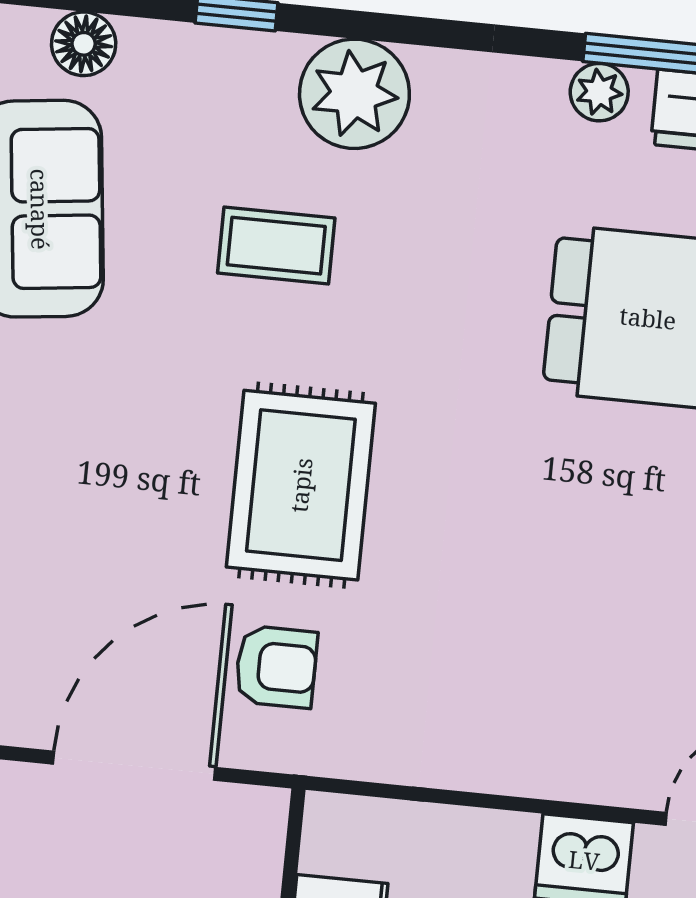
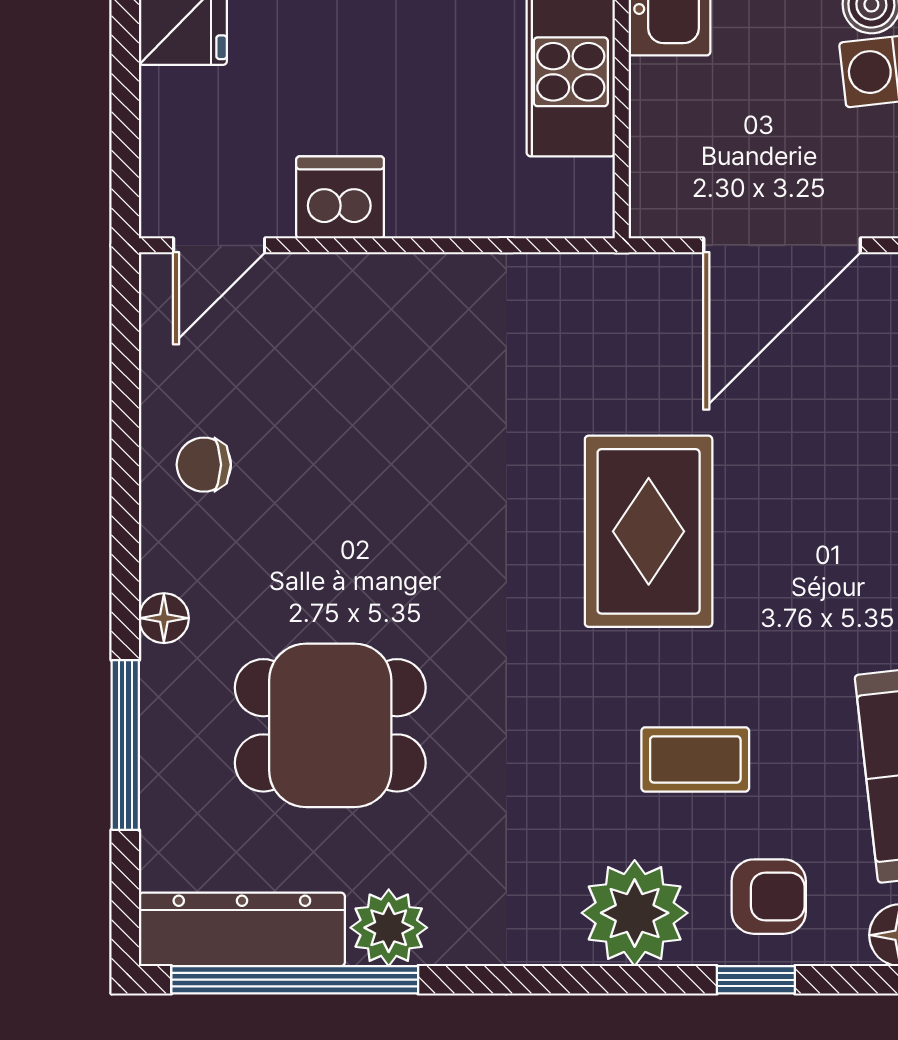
plant: (599, 92) -> (389, 928), width x1.38, depth x1.38
armchair: (276, 667) -> (769, 897), moved, turned 180

